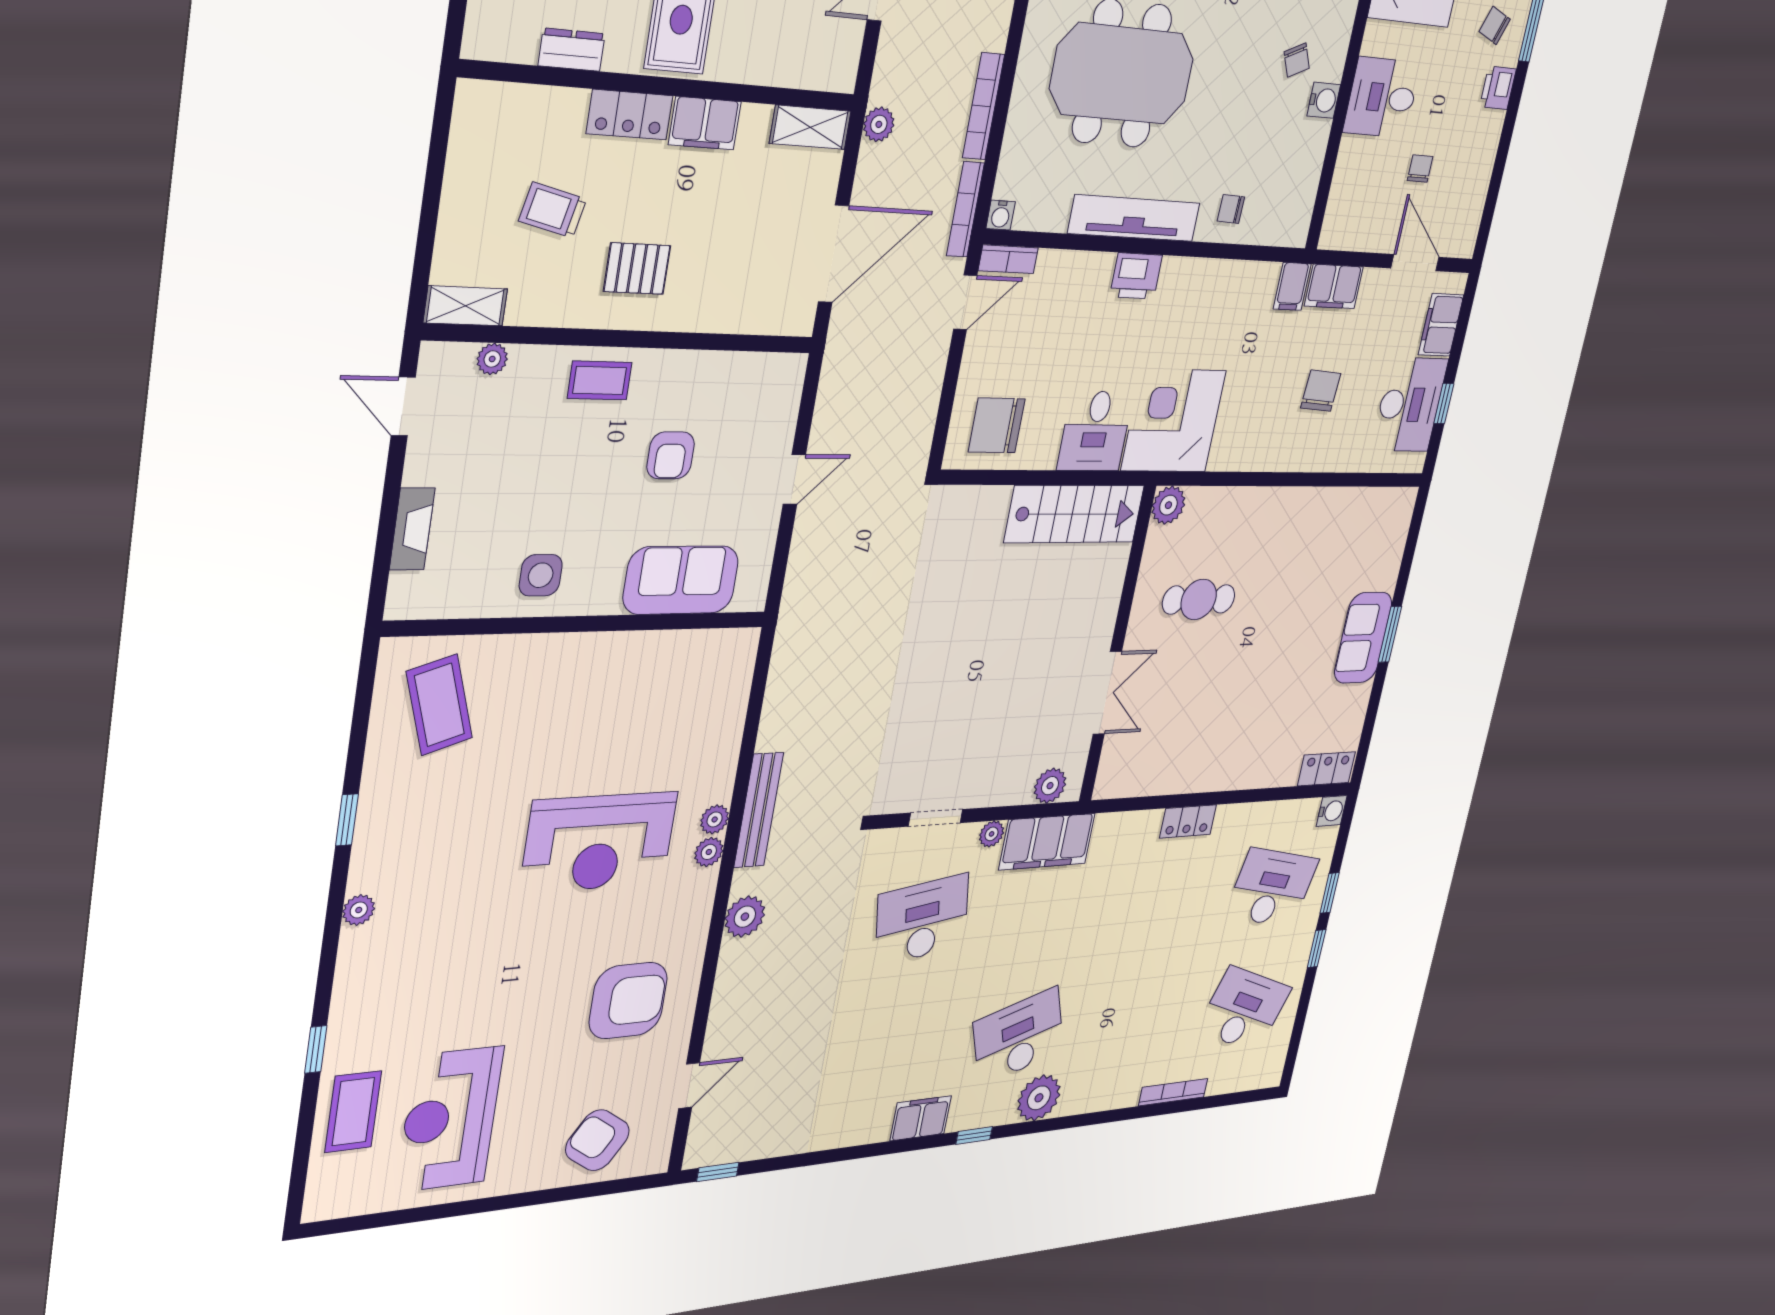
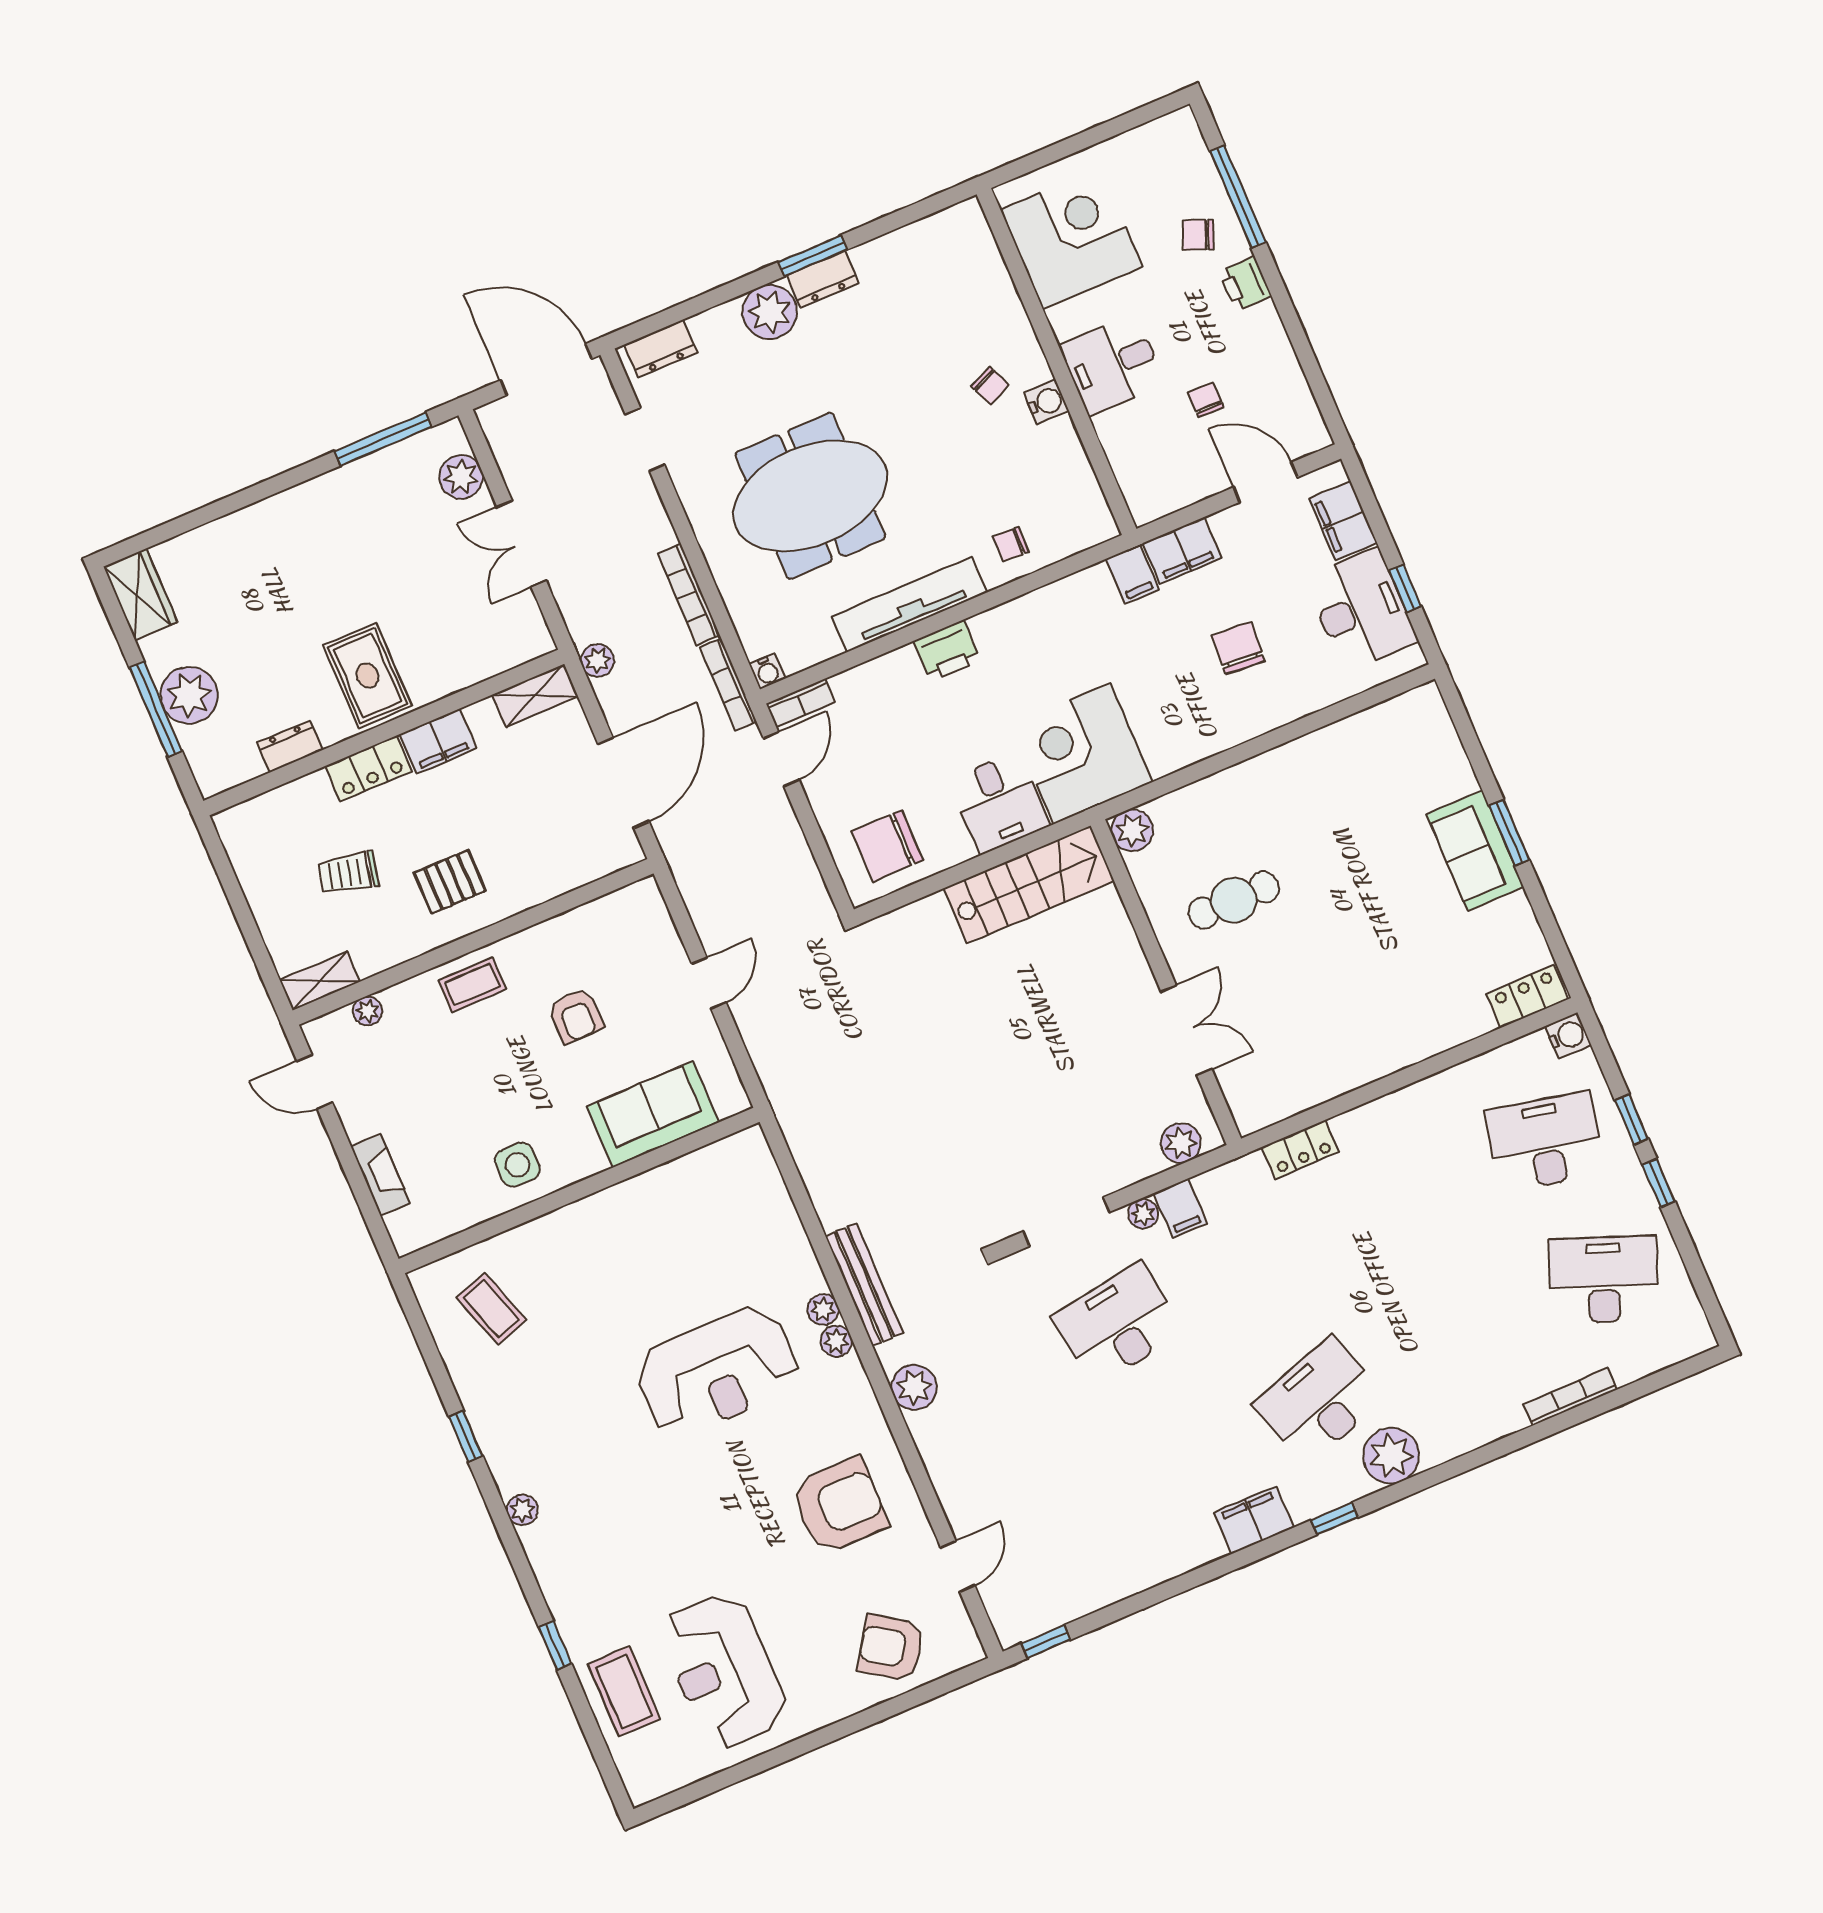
coffee table: (439, 705) -> (491, 1309), width x0.73, depth x0.77
doorway: (935, 818) -> (1066, 1222), width x1.38
locker: (1188, 821) -> (1300, 1149), moved
filing cabinet: (1047, 842) -> (1180, 1208), width x0.33, depth x0.86

